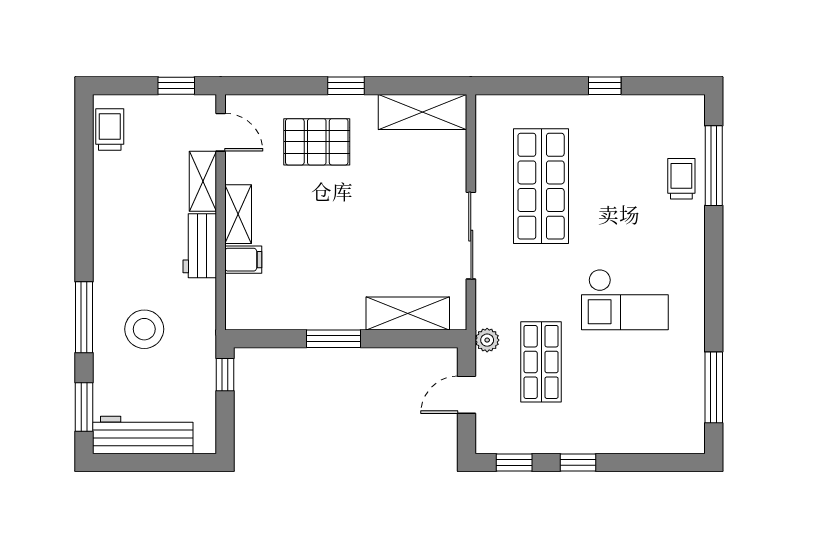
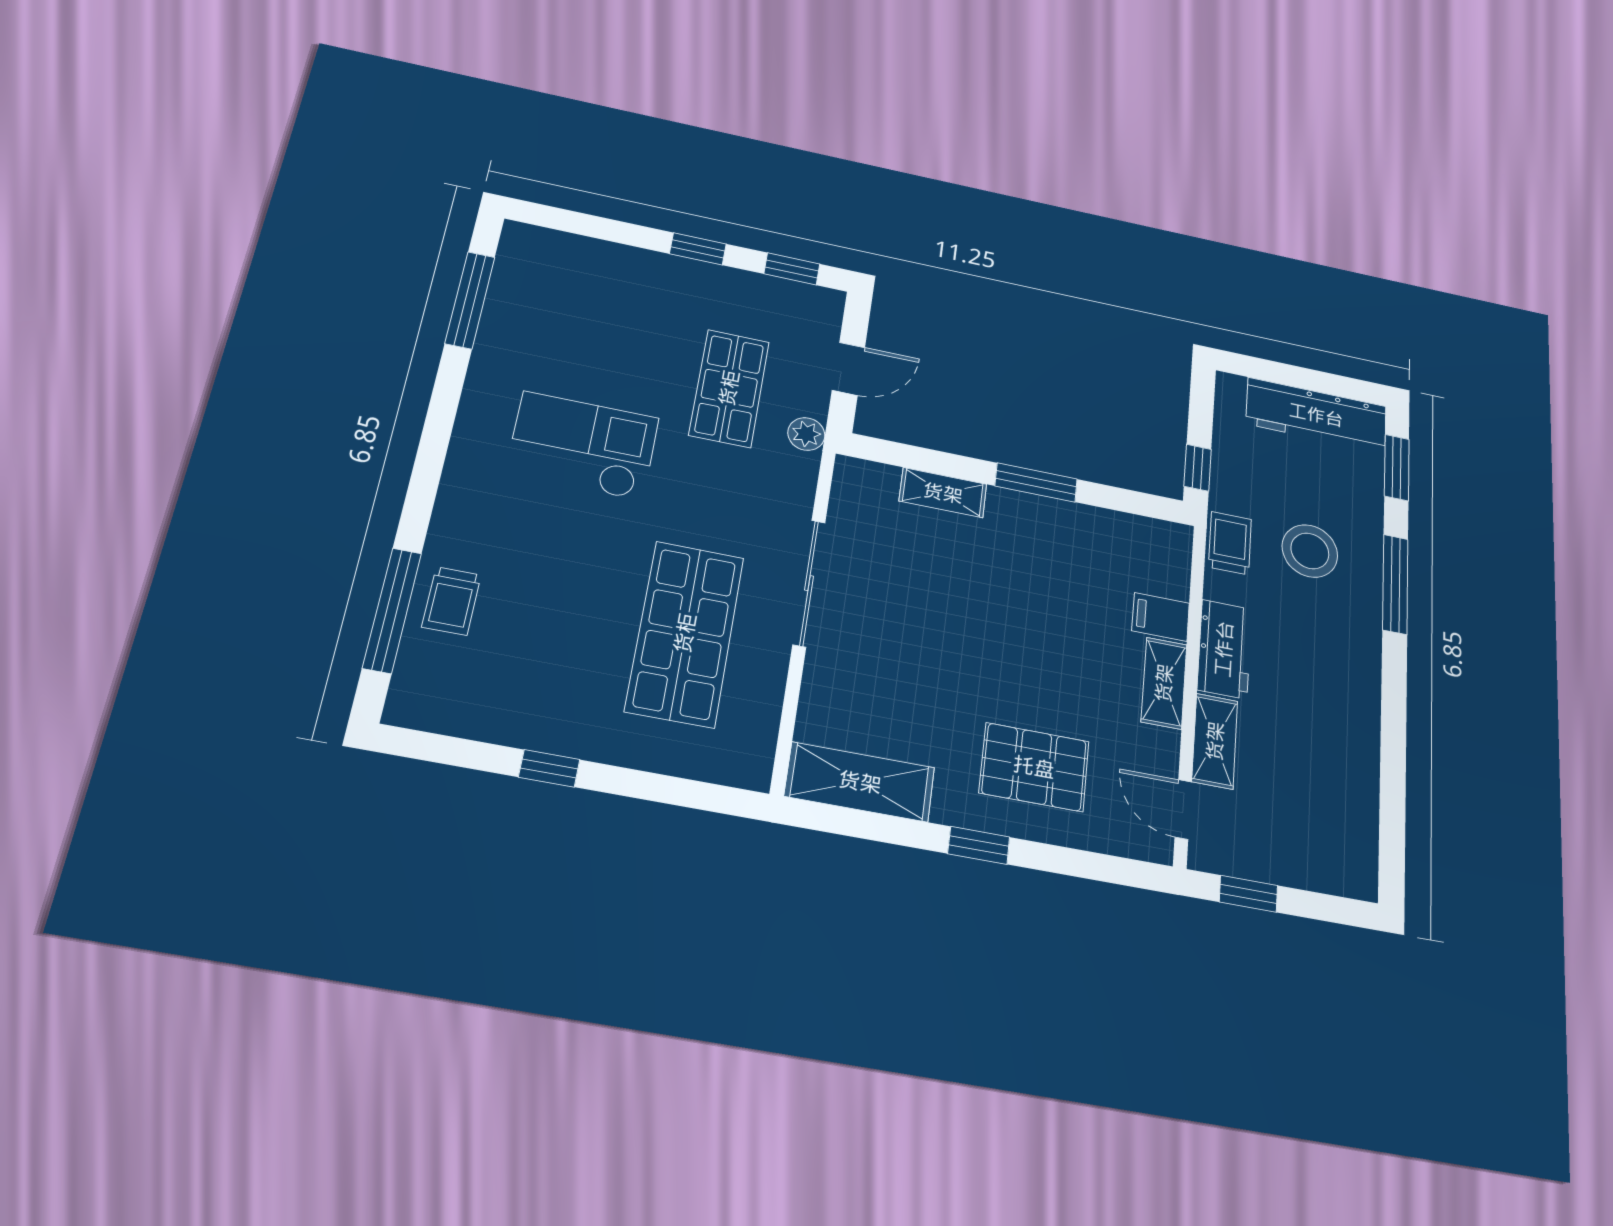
trolley: (110, 129) -> (1230, 543), moved, turned 180
shelving: (408, 314) -> (943, 493), width x0.67, depth x0.75

